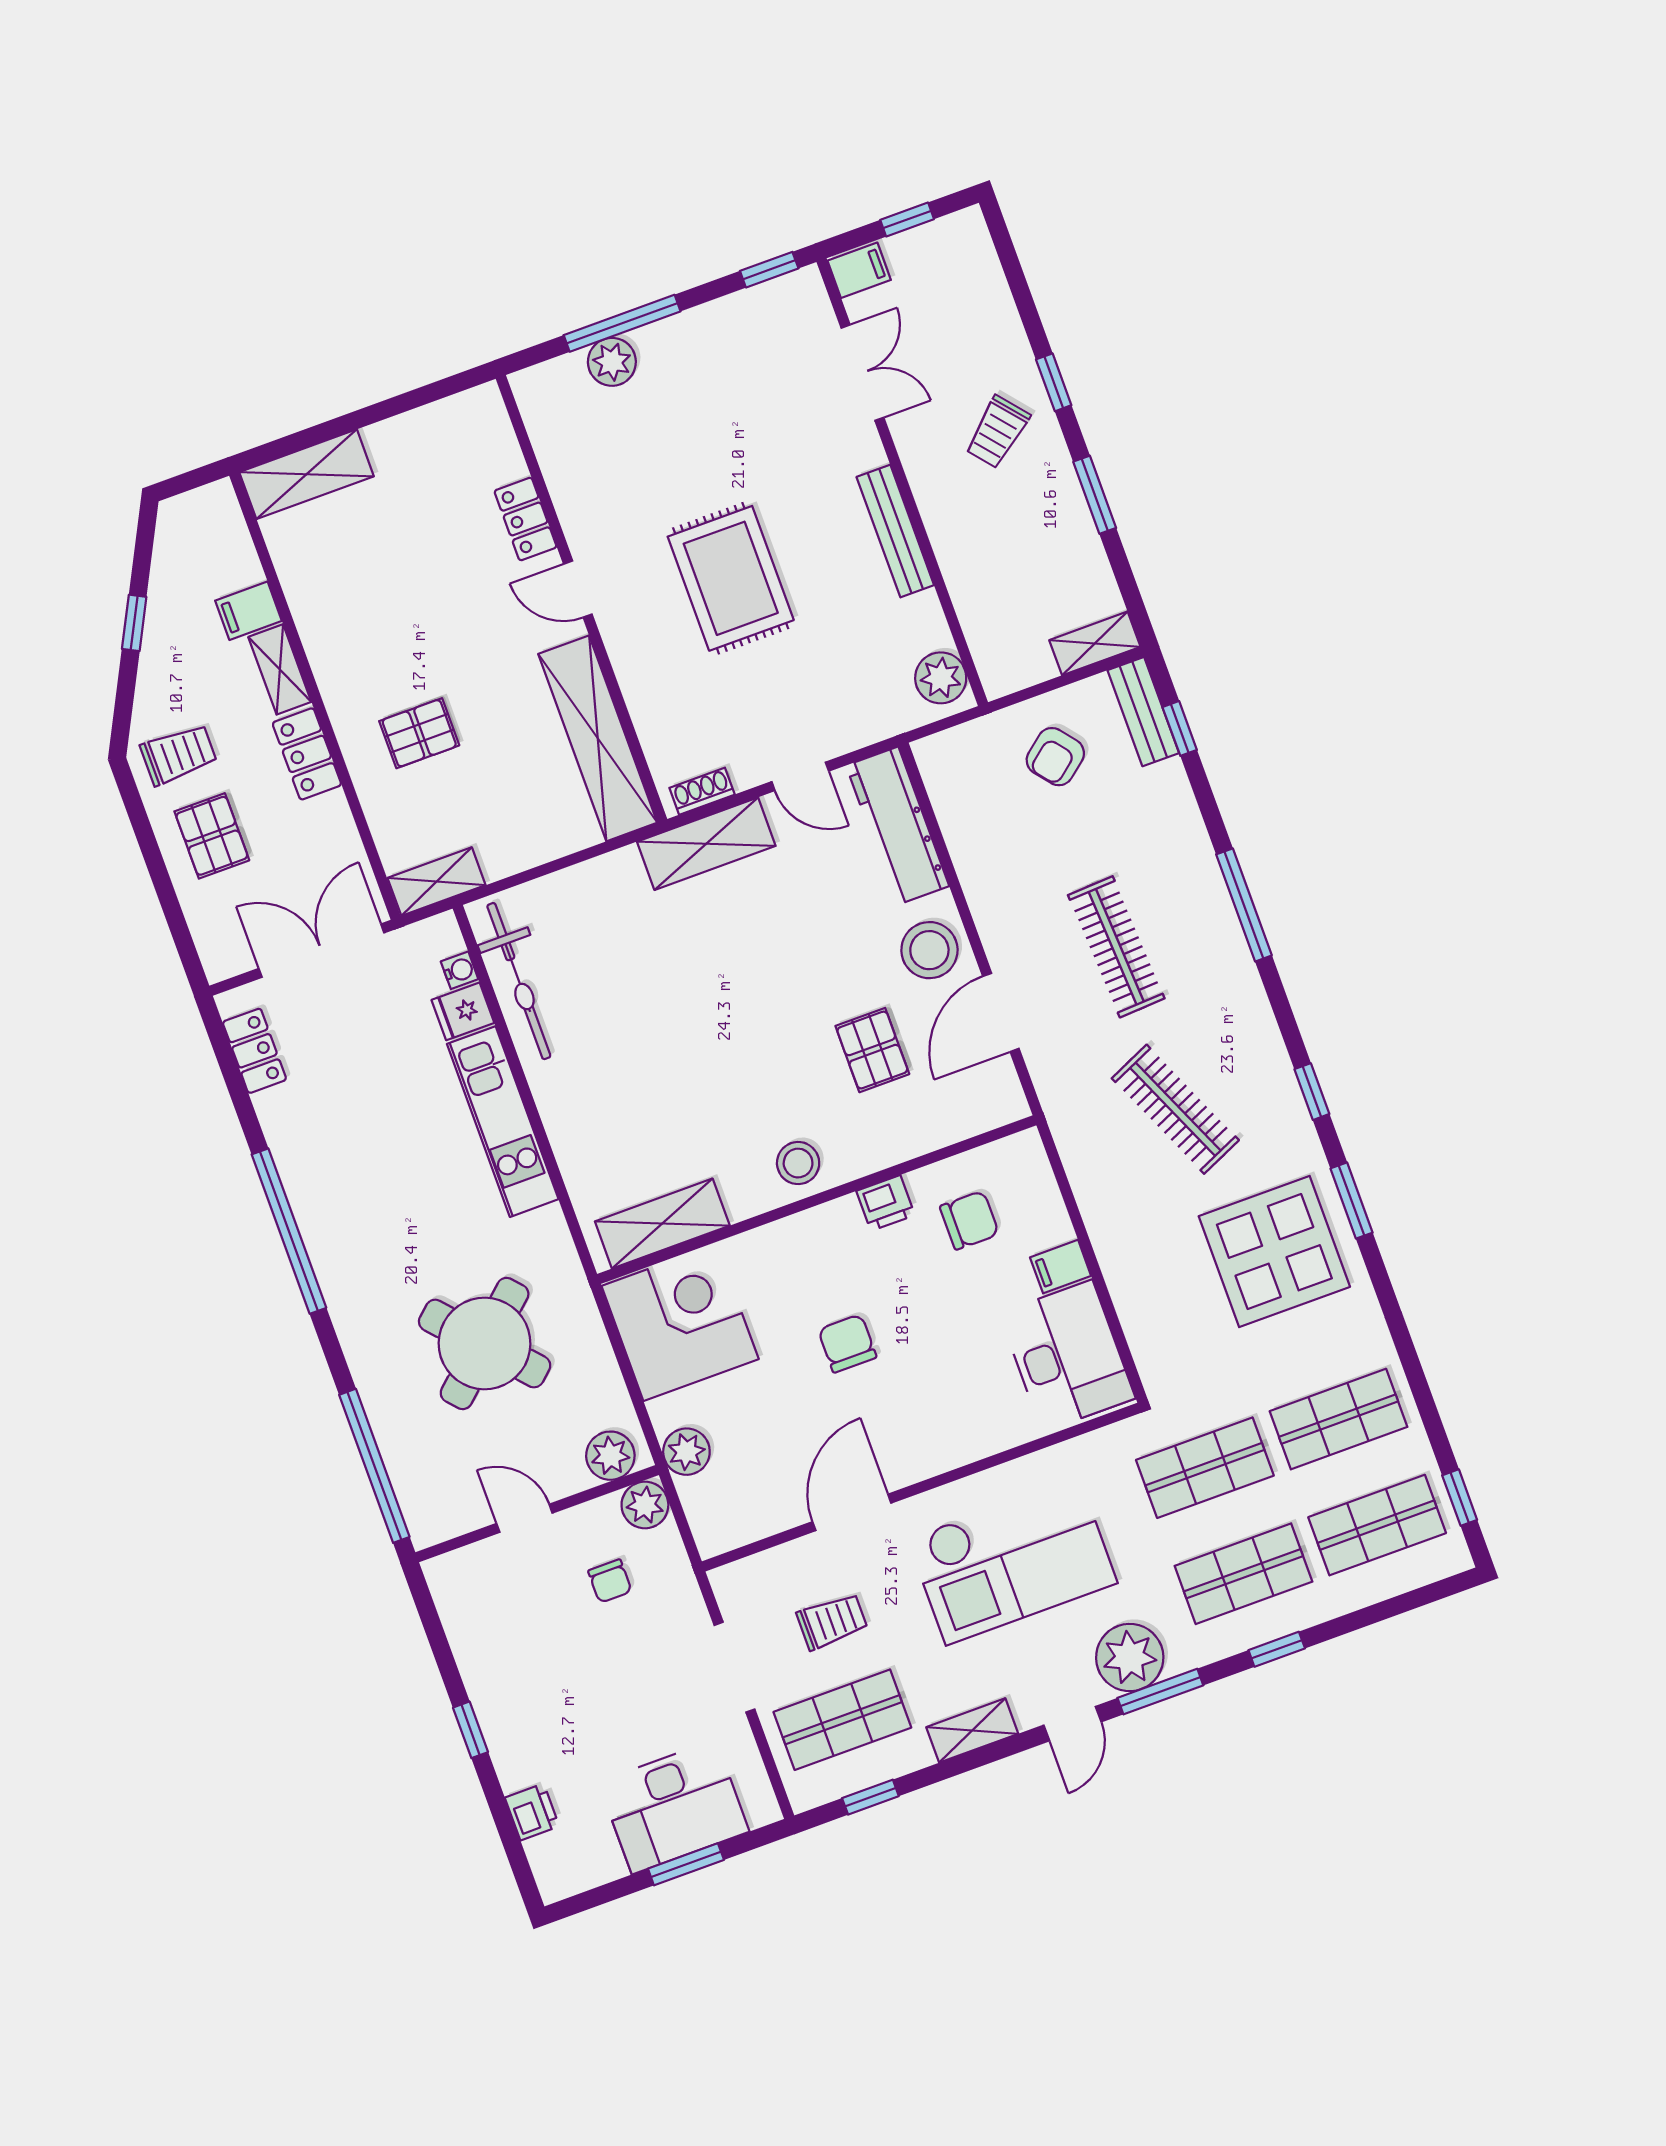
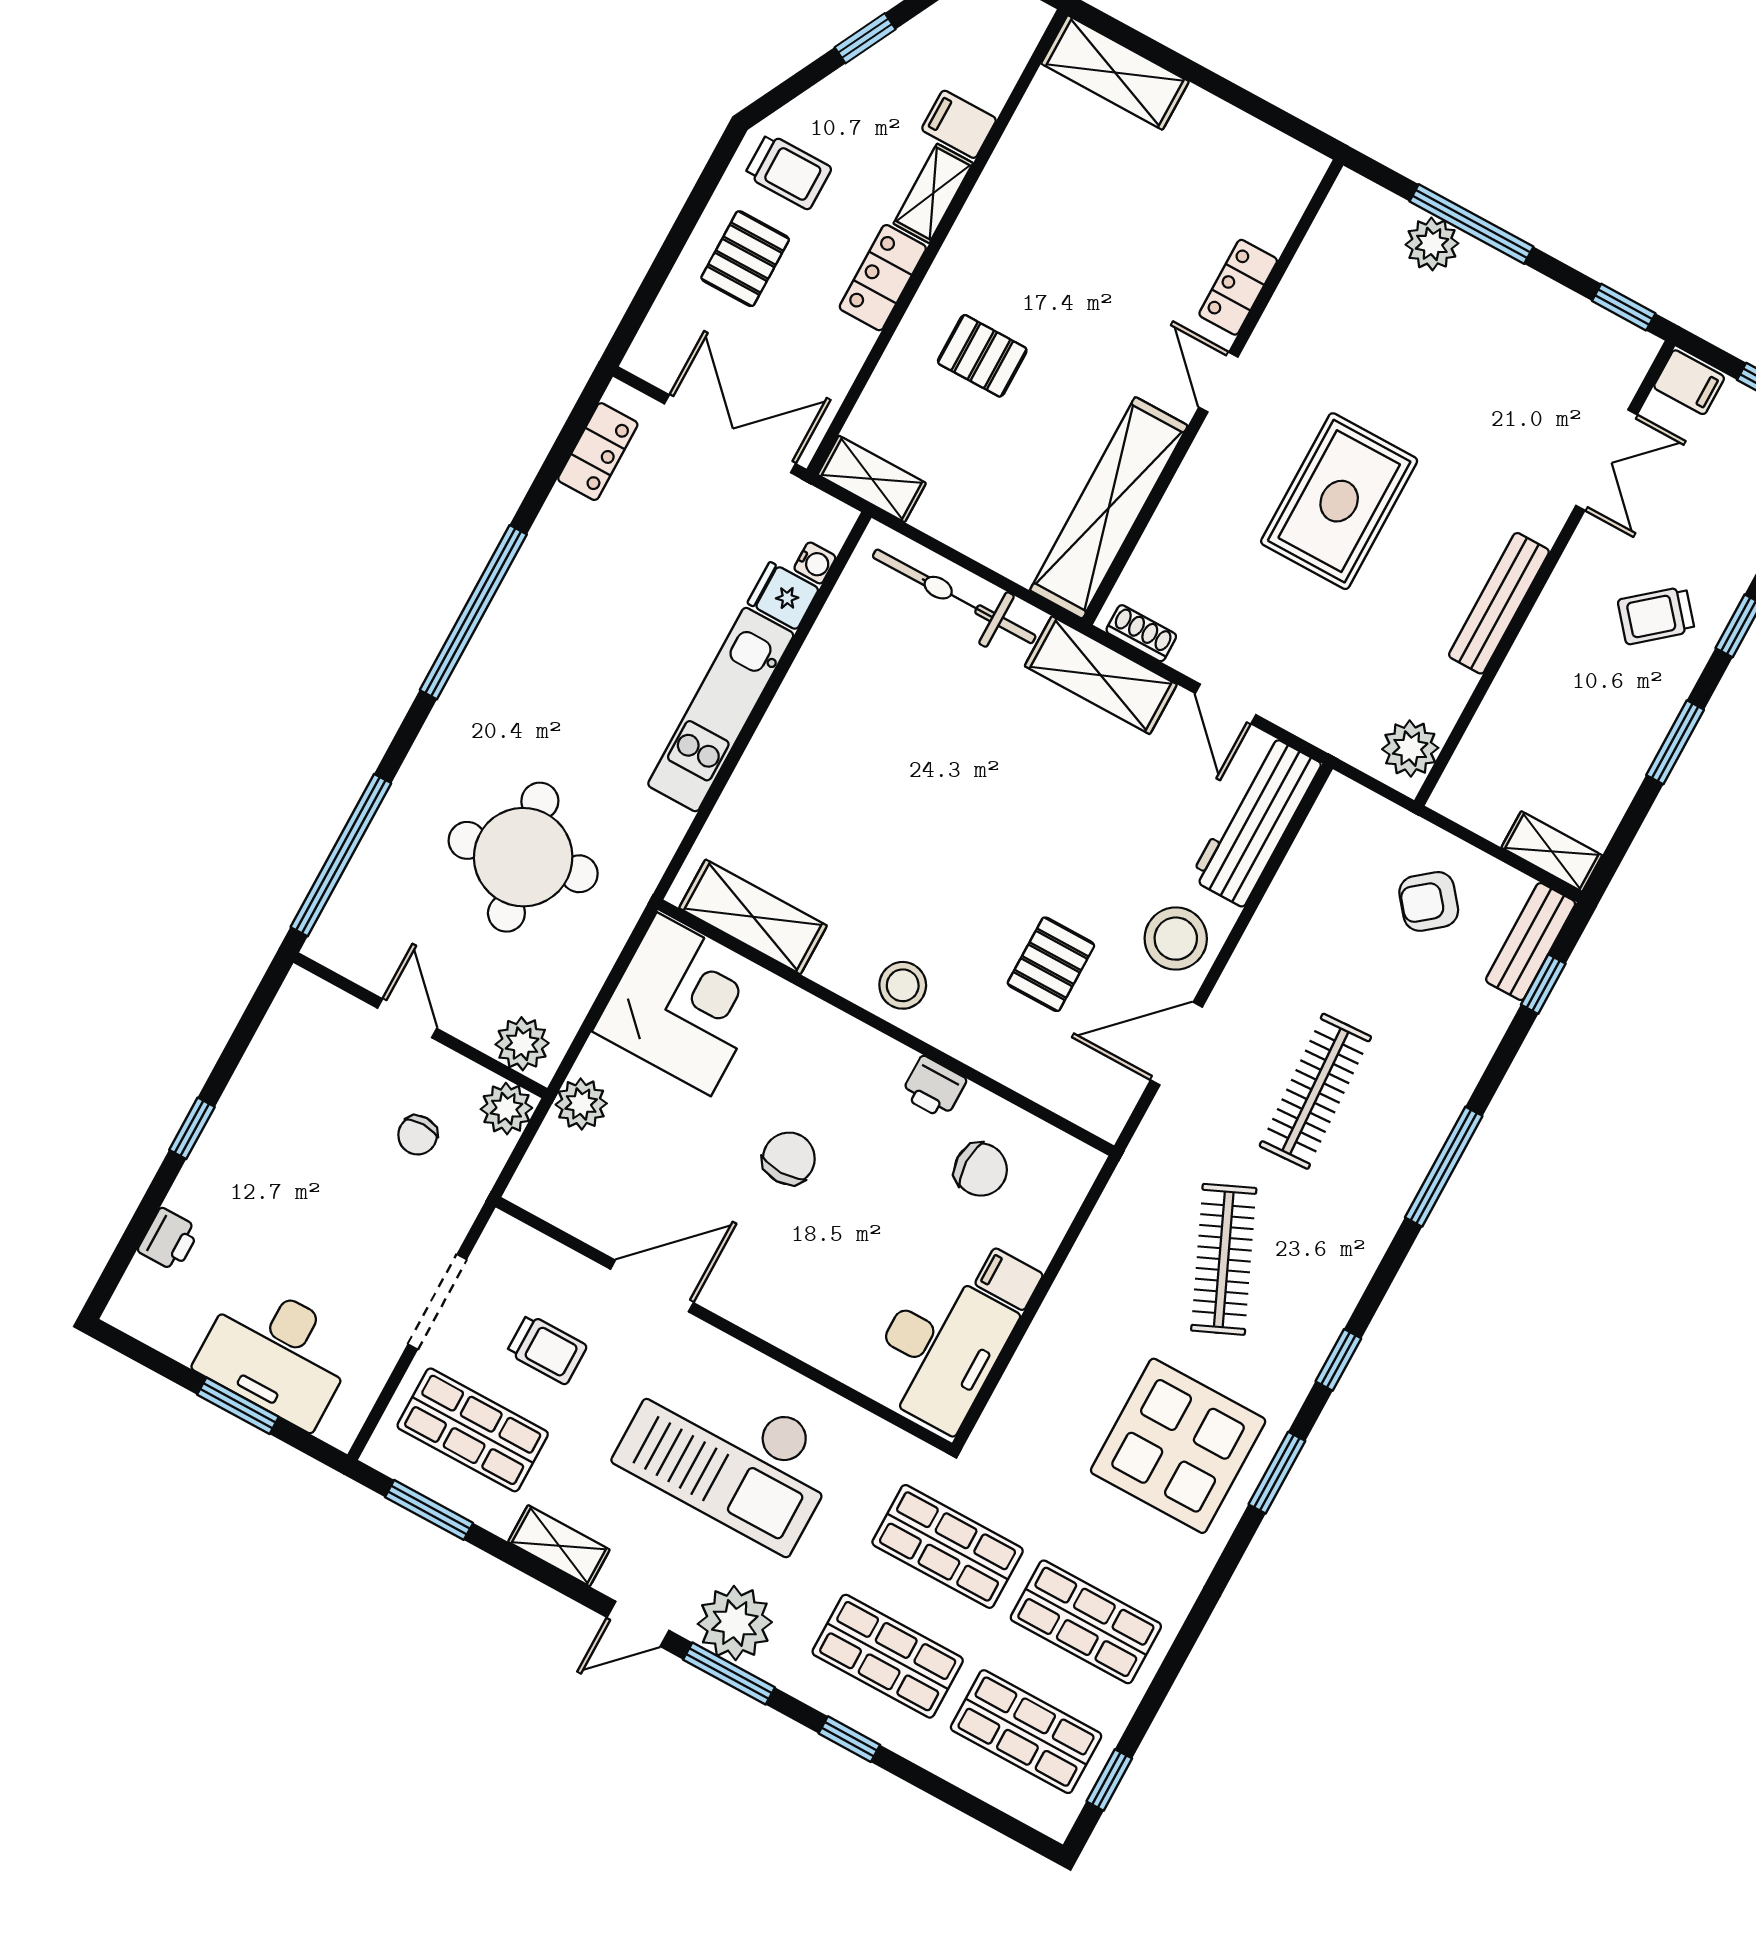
bicycle: (519, 981) -> (954, 596), moved, turned 90
round table: (485, 1344) -> (523, 857), turned 30
window: (870, 1797) -> (429, 1510), width x1.50

